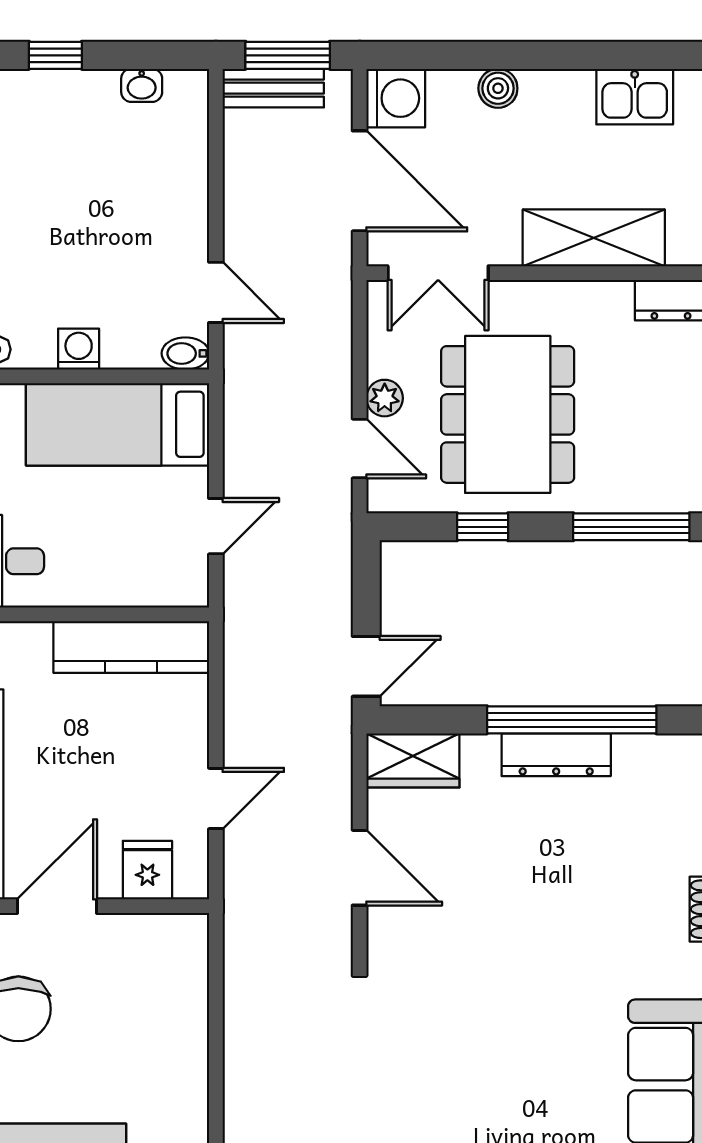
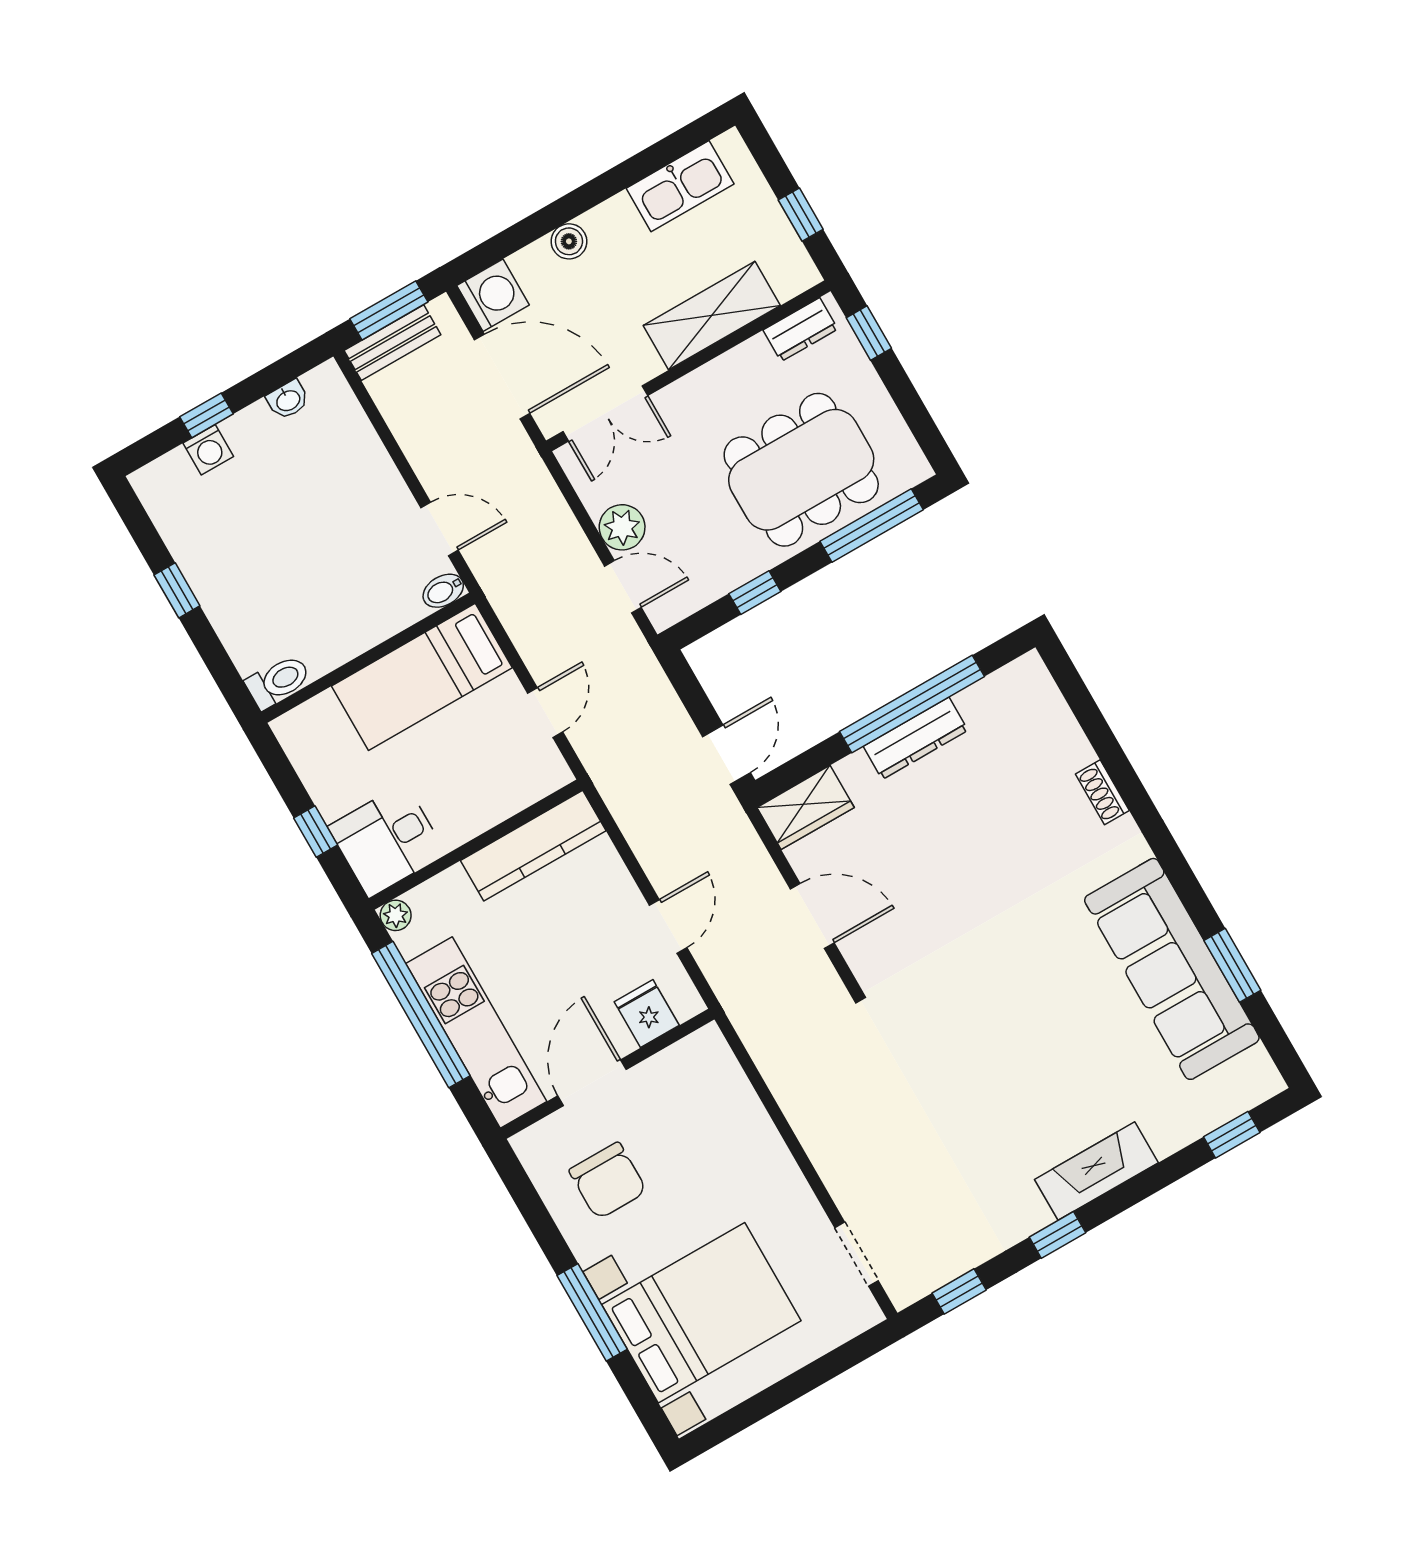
kitchen sink: (635, 97) -> (680, 186), width x1.38
washing machine: (79, 349) -> (208, 450), moved, turned 180
plant: (385, 398) -> (622, 527), width x1.38, depth x1.38
dining table: (508, 414) -> (801, 470), moved, turned 90

